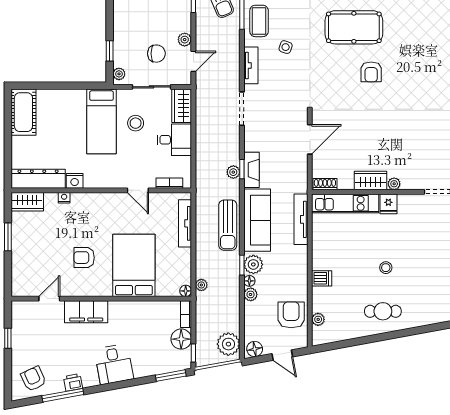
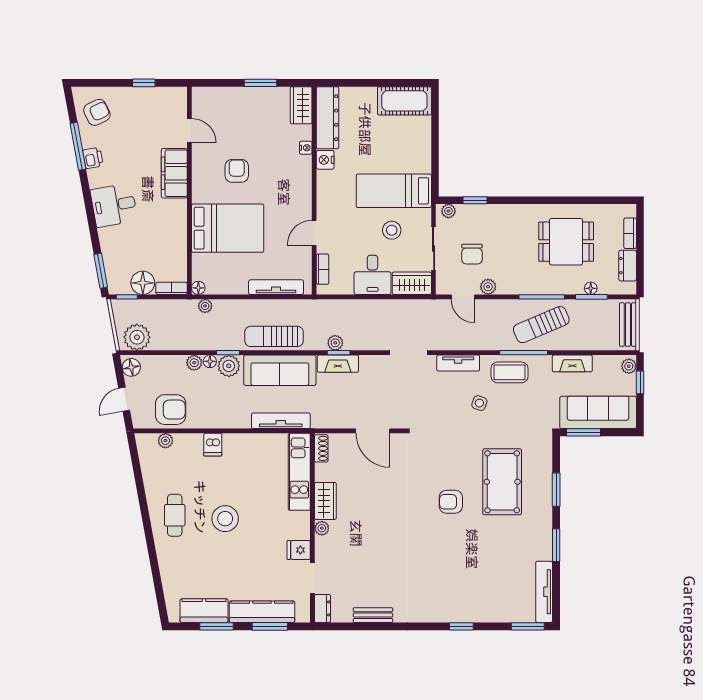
fridge: (388, 204) -> (299, 550), moved
stool: (386, 268) -> (225, 519), width x1.89, depth x1.89

